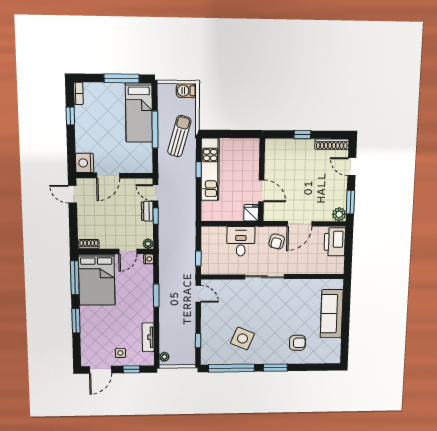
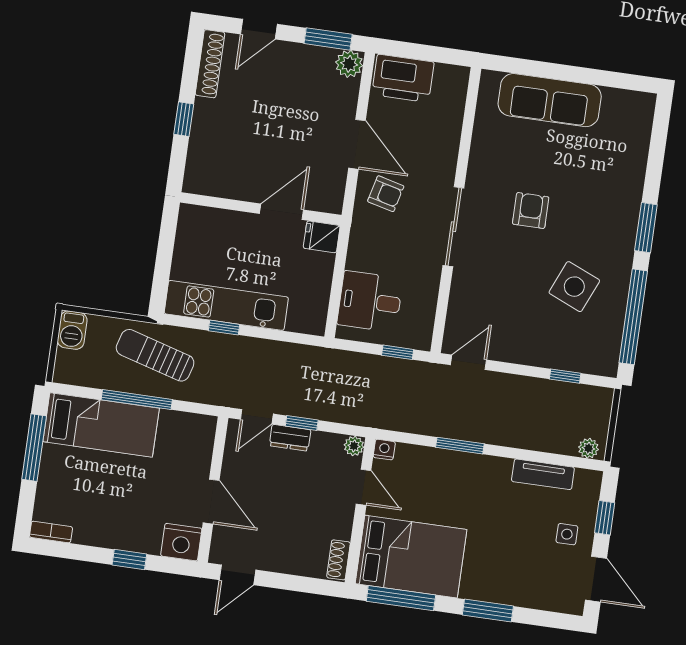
window: (70, 116) -> (129, 559), moved
desk: (241, 241) -> (370, 301), moved
armchair: (297, 343) -> (531, 211), moved

